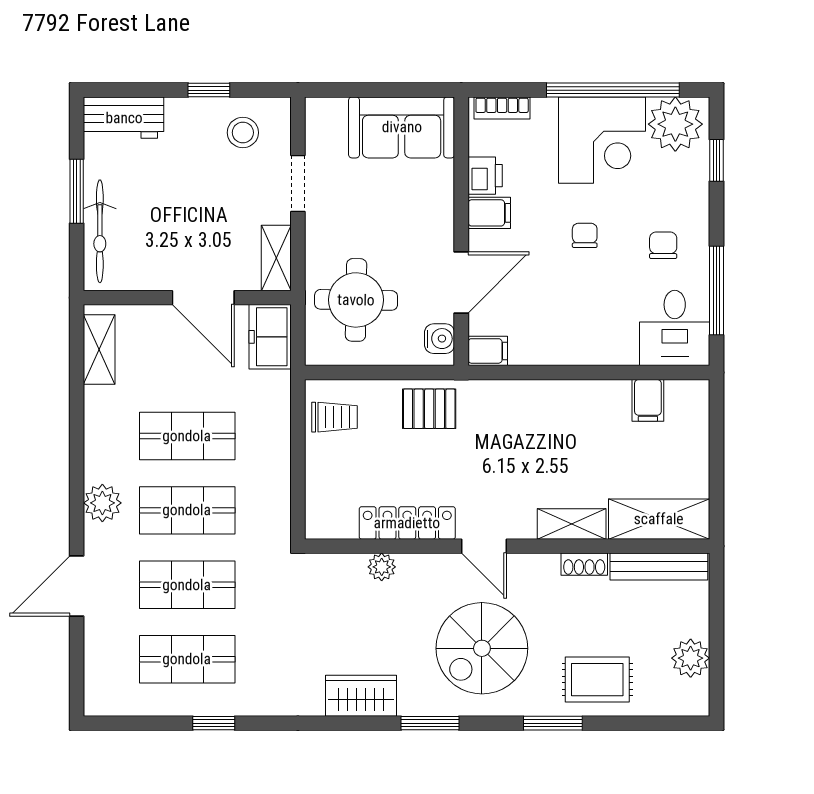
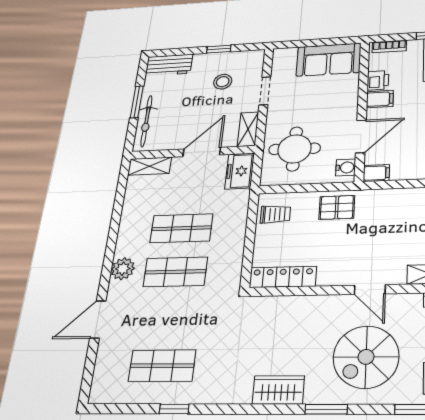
stool: (243, 133) -> (223, 82), moved
door: (203, 298) -> (202, 152), swing flipped
shelving: (99, 350) -> (150, 166), moved, turned 90
locker: (407, 523) -> (283, 277), moved
plant: (382, 567) -> (299, 304), removed
shop shelf: (187, 585) -> (169, 318), removed

